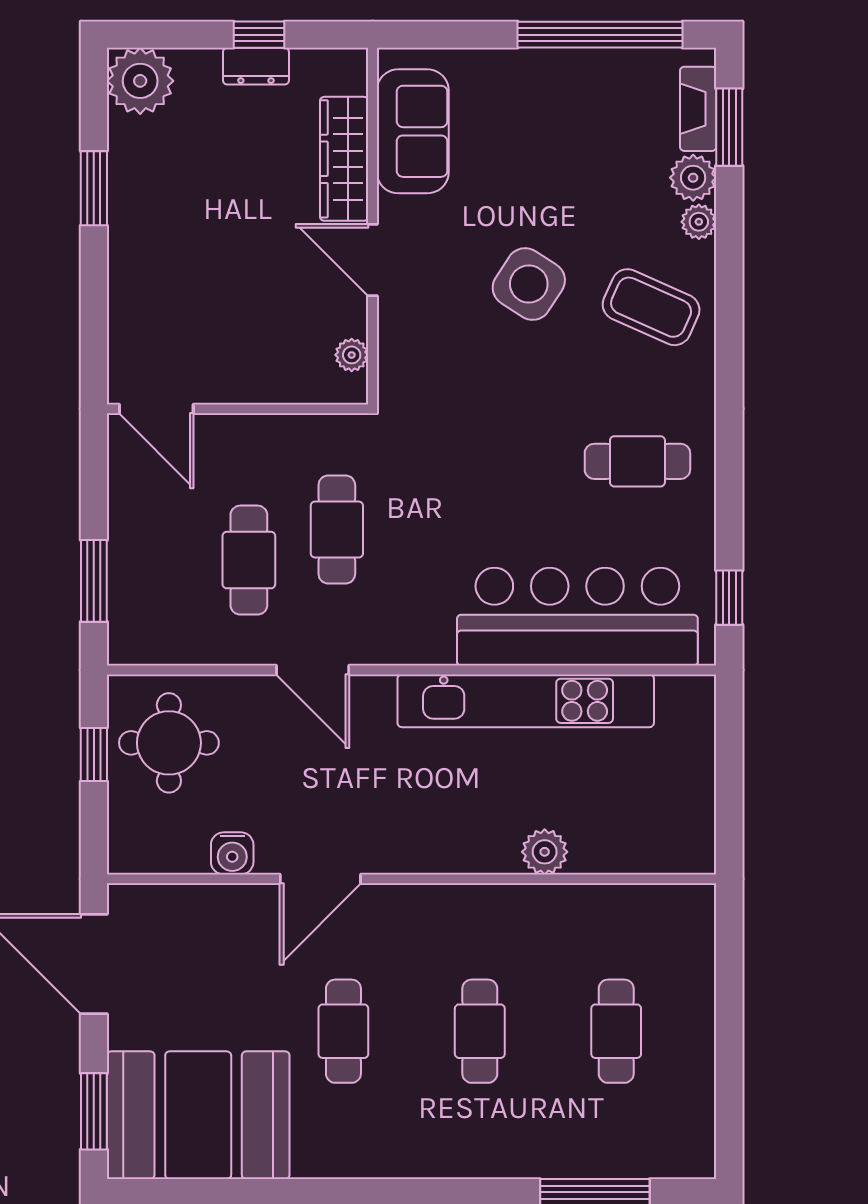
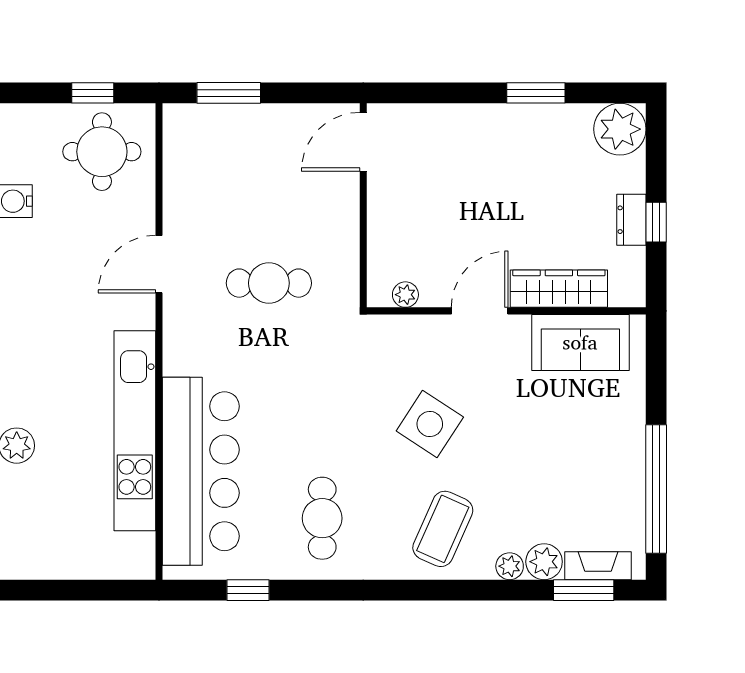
side table: (529, 284) -> (430, 424), moved
cafe table: (249, 560) -> (245, 214), removed
window: (729, 598) -> (248, 590), moved

